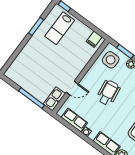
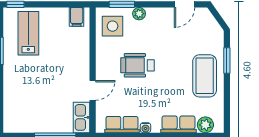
lab bench: (60, 28) -> (28, 33), turned 180
wheelchair: (108, 93) -> (137, 65), turned -82

